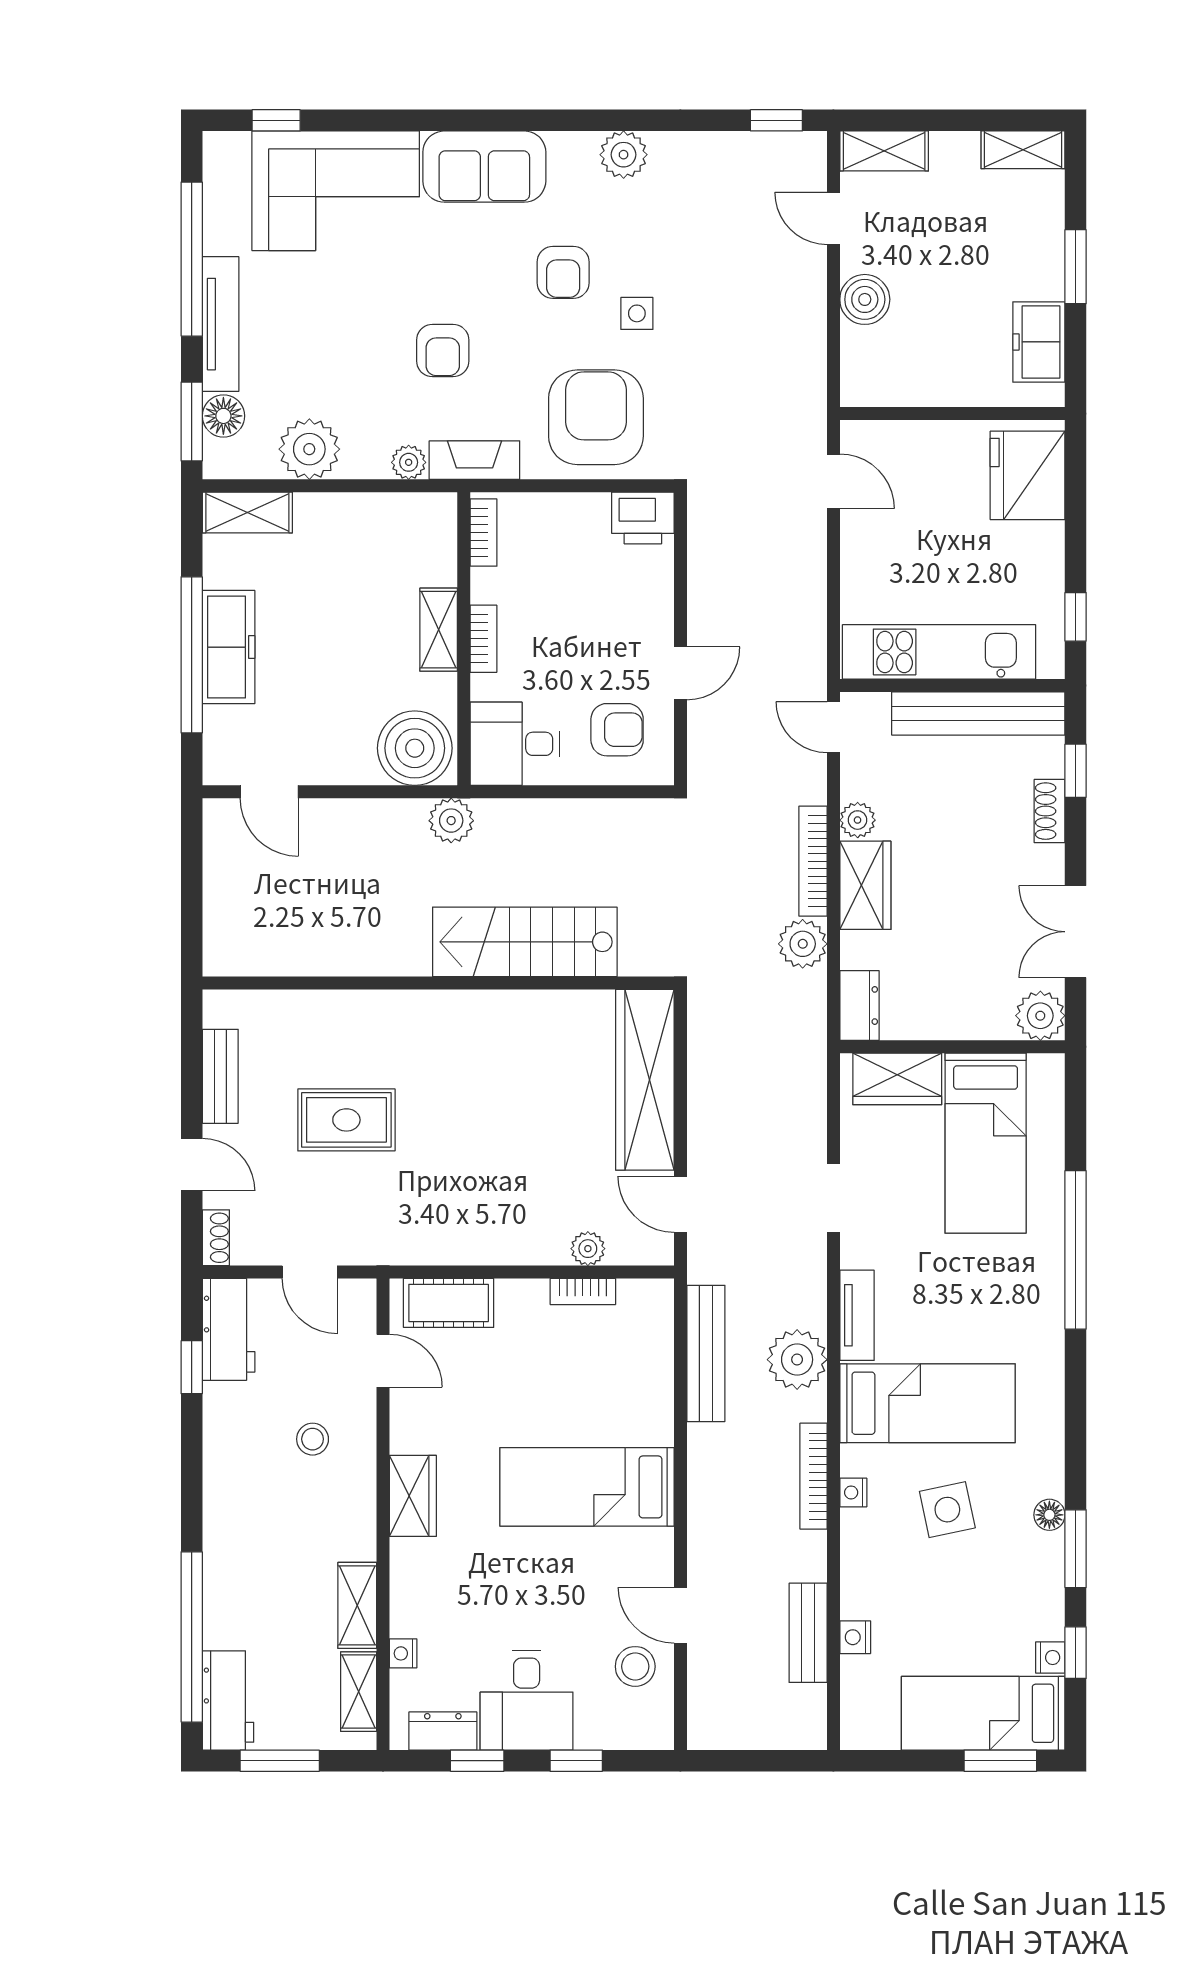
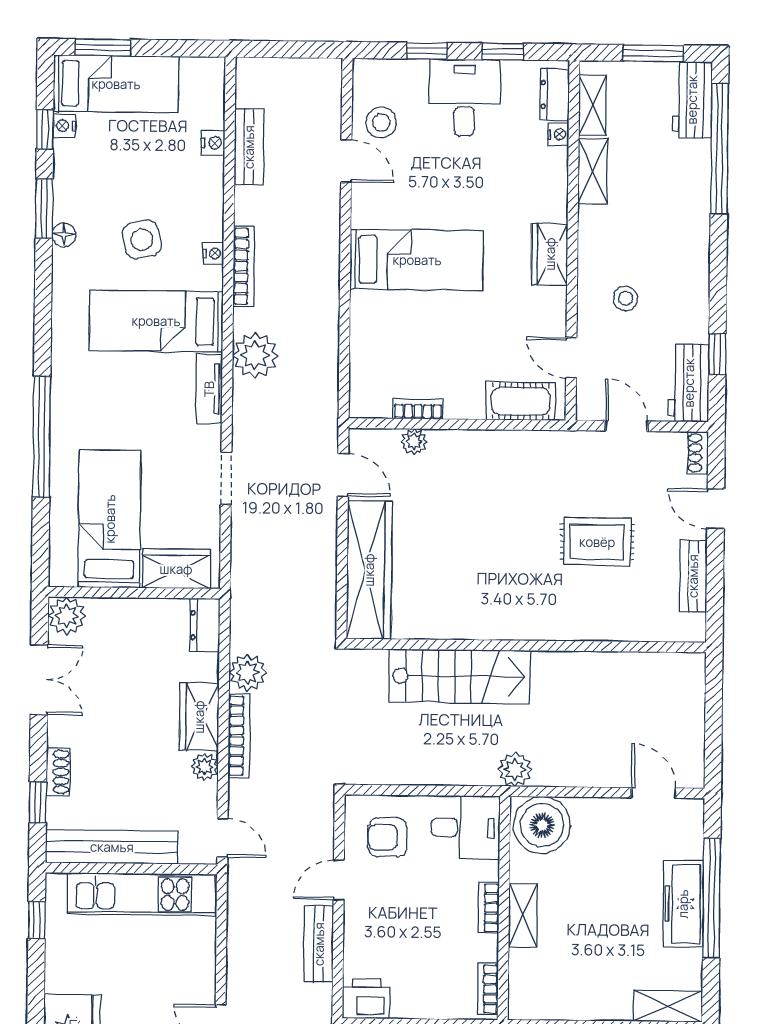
bench: (706, 1353) -> (319, 944), moved, width x0.73
dresser: (443, 1731) -> (555, 94), moved, turned 90

